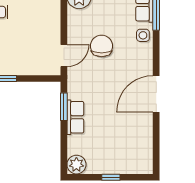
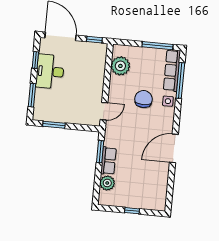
chair: (102, 46) -> (143, 99), moved
plant: (76, 165) -> (107, 183), moved

